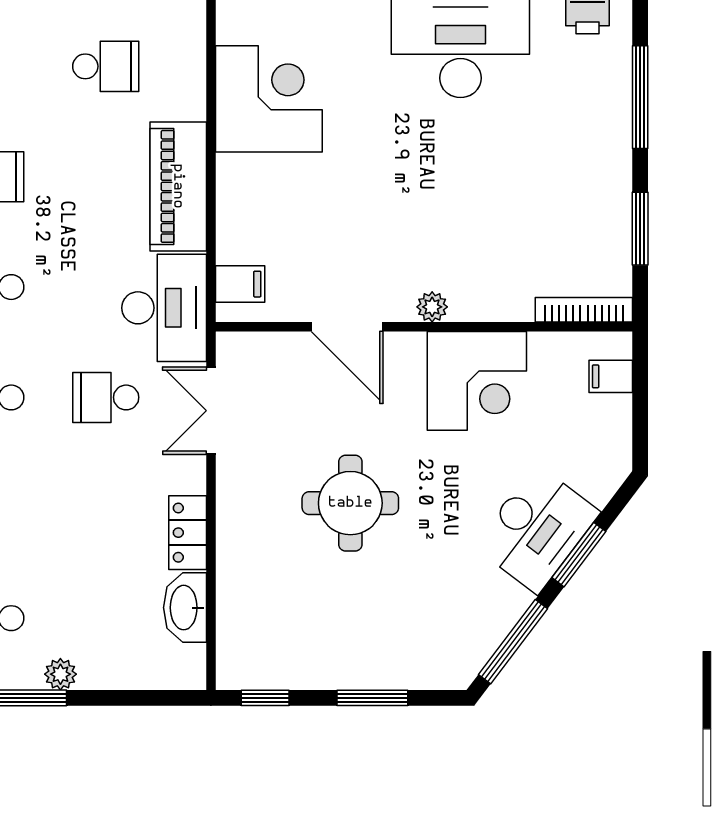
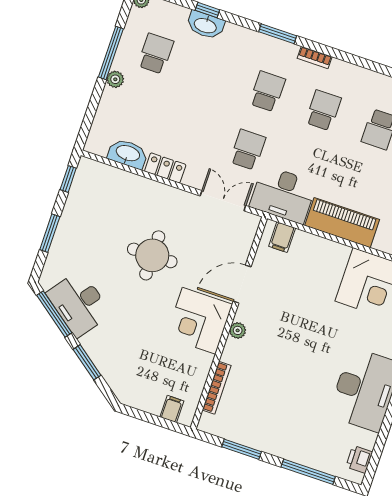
bookcase: (584, 310) -> (217, 388), moved
corner desk: (477, 381) -> (199, 321), moved
desk: (537, 529) -> (79, 304), moved

